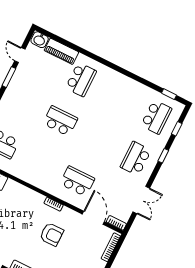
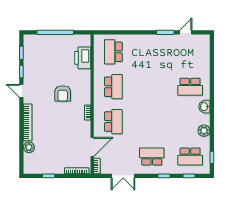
washbasin: (40, 40) -> (204, 107), moved
piano: (61, 51) -> (204, 62), removed
plant: (136, 88) -> (204, 131), added
school desk: (60, 121) -> (113, 87), moved
armchair: (52, 234) -> (63, 93), moved

